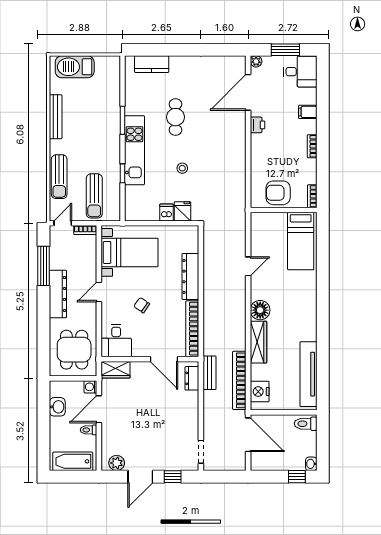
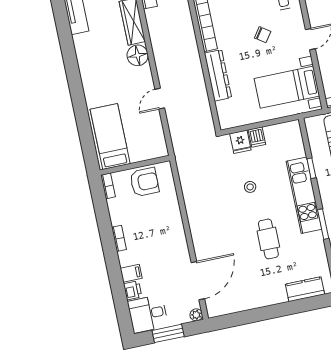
printer: (257, 125) -> (133, 290), moved, turned 180

